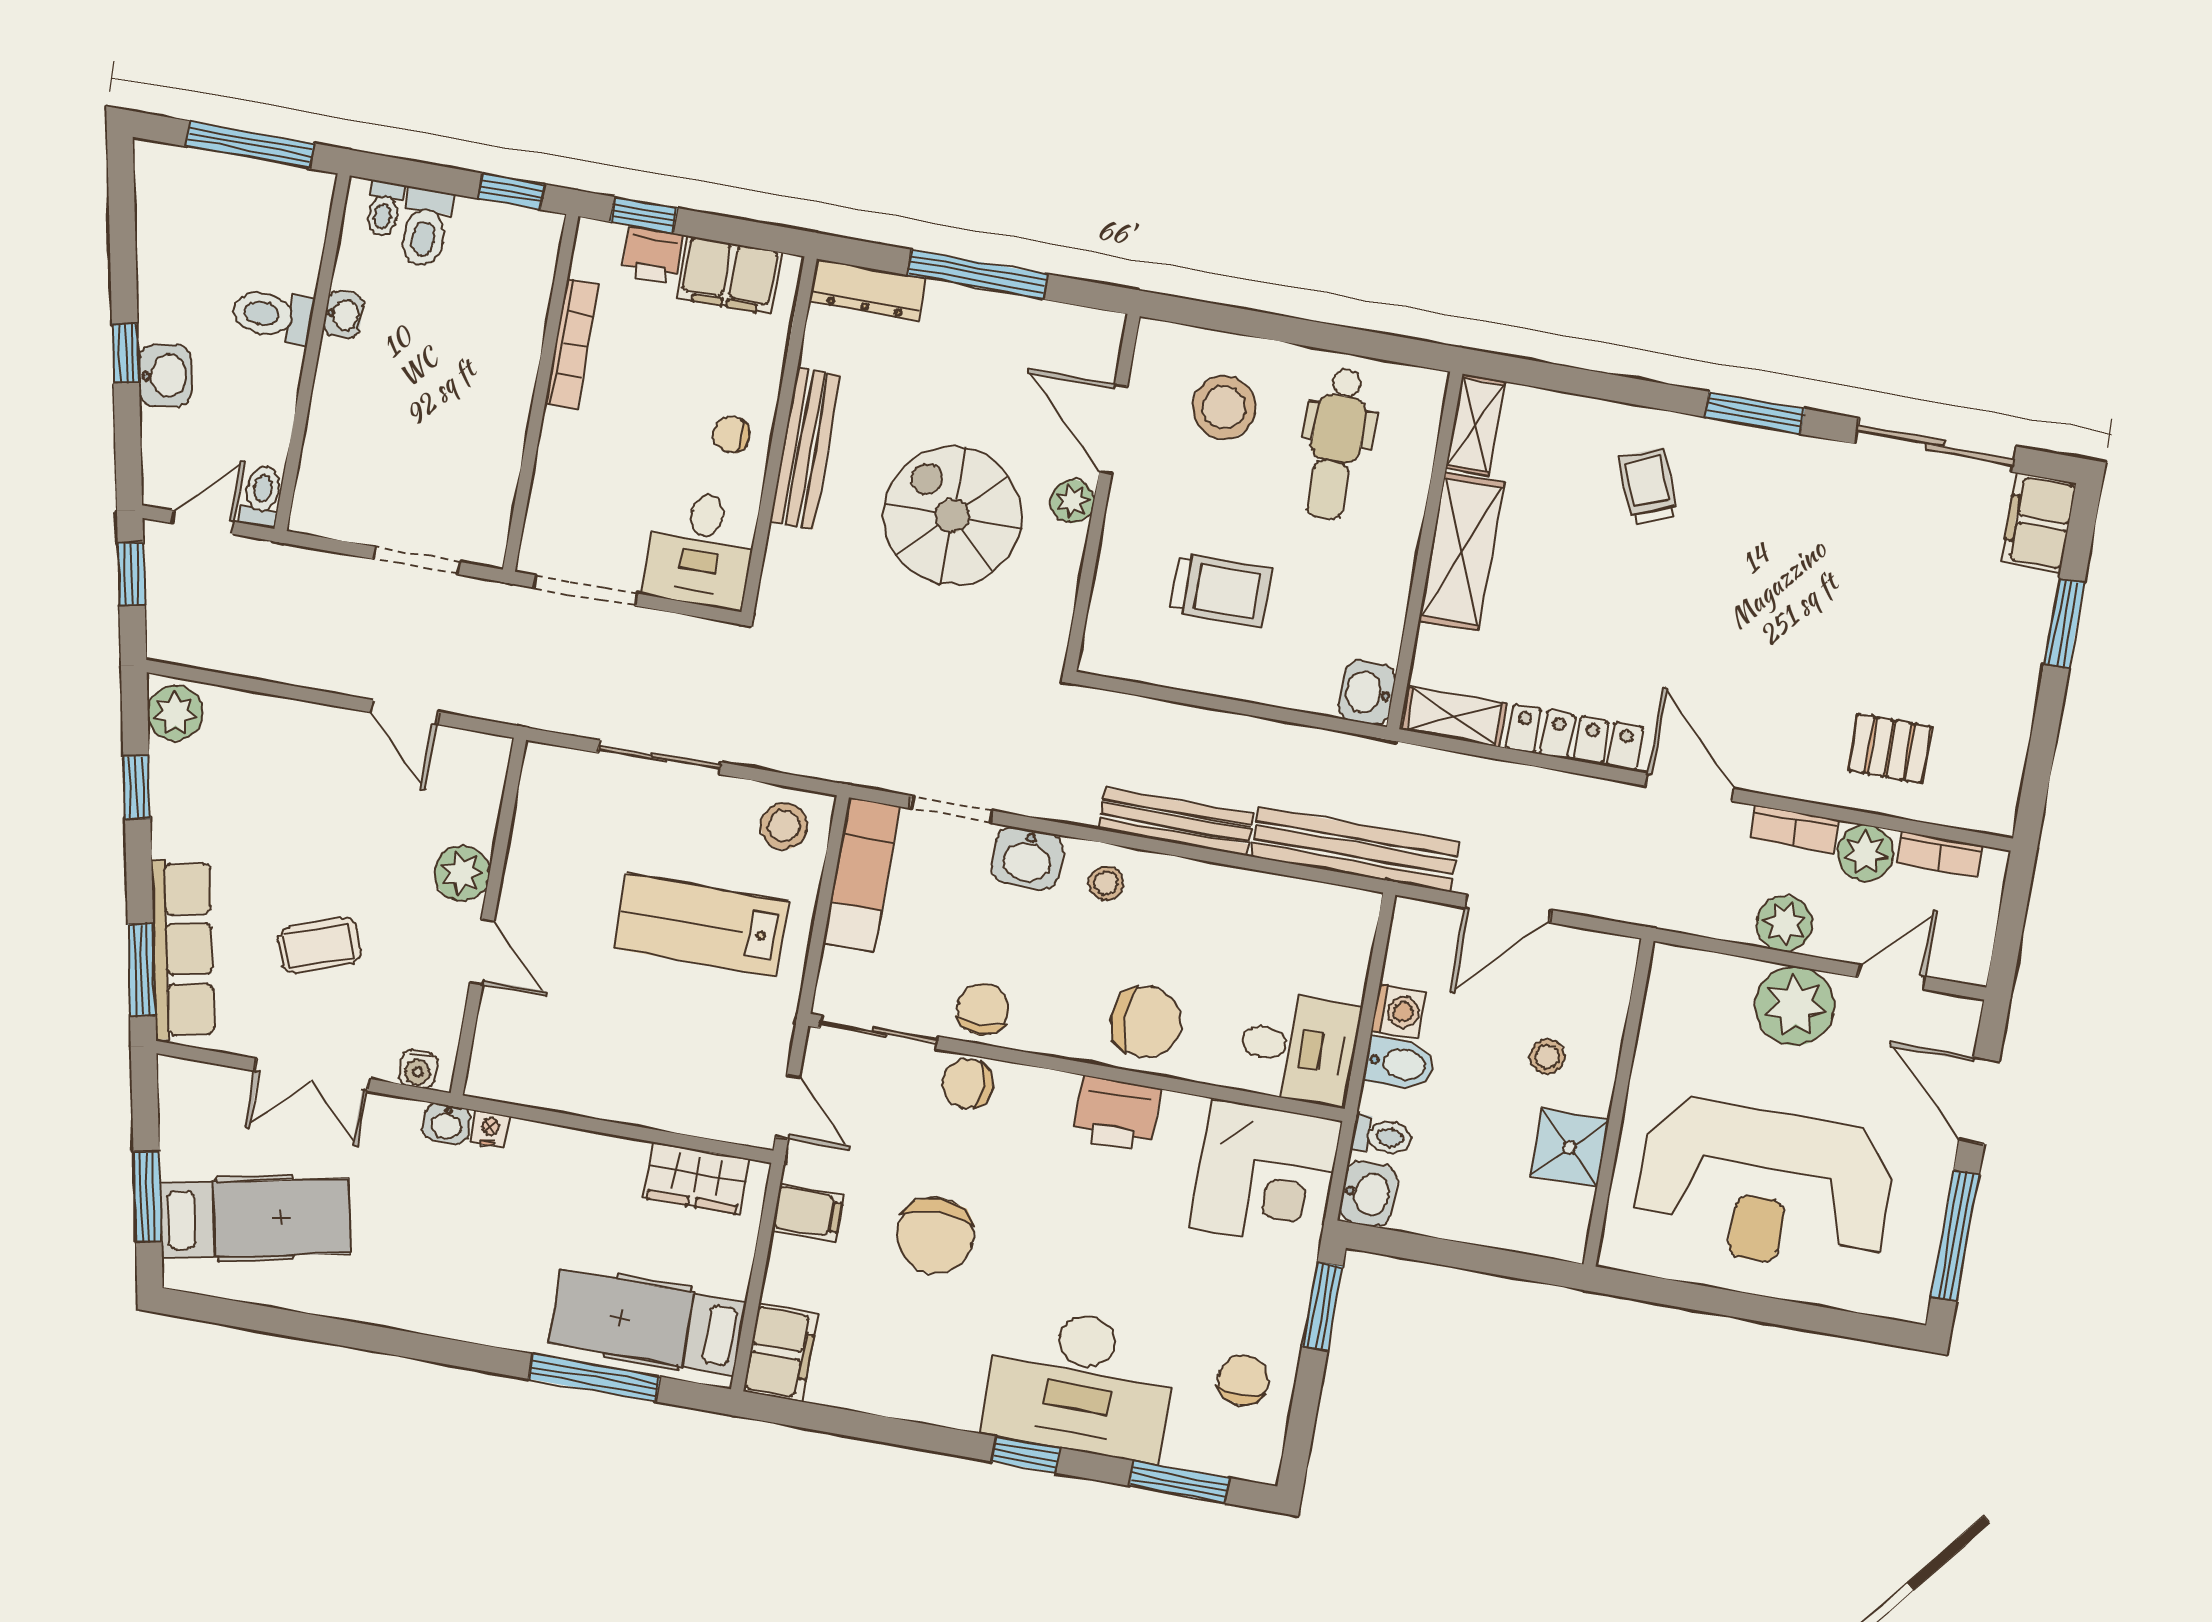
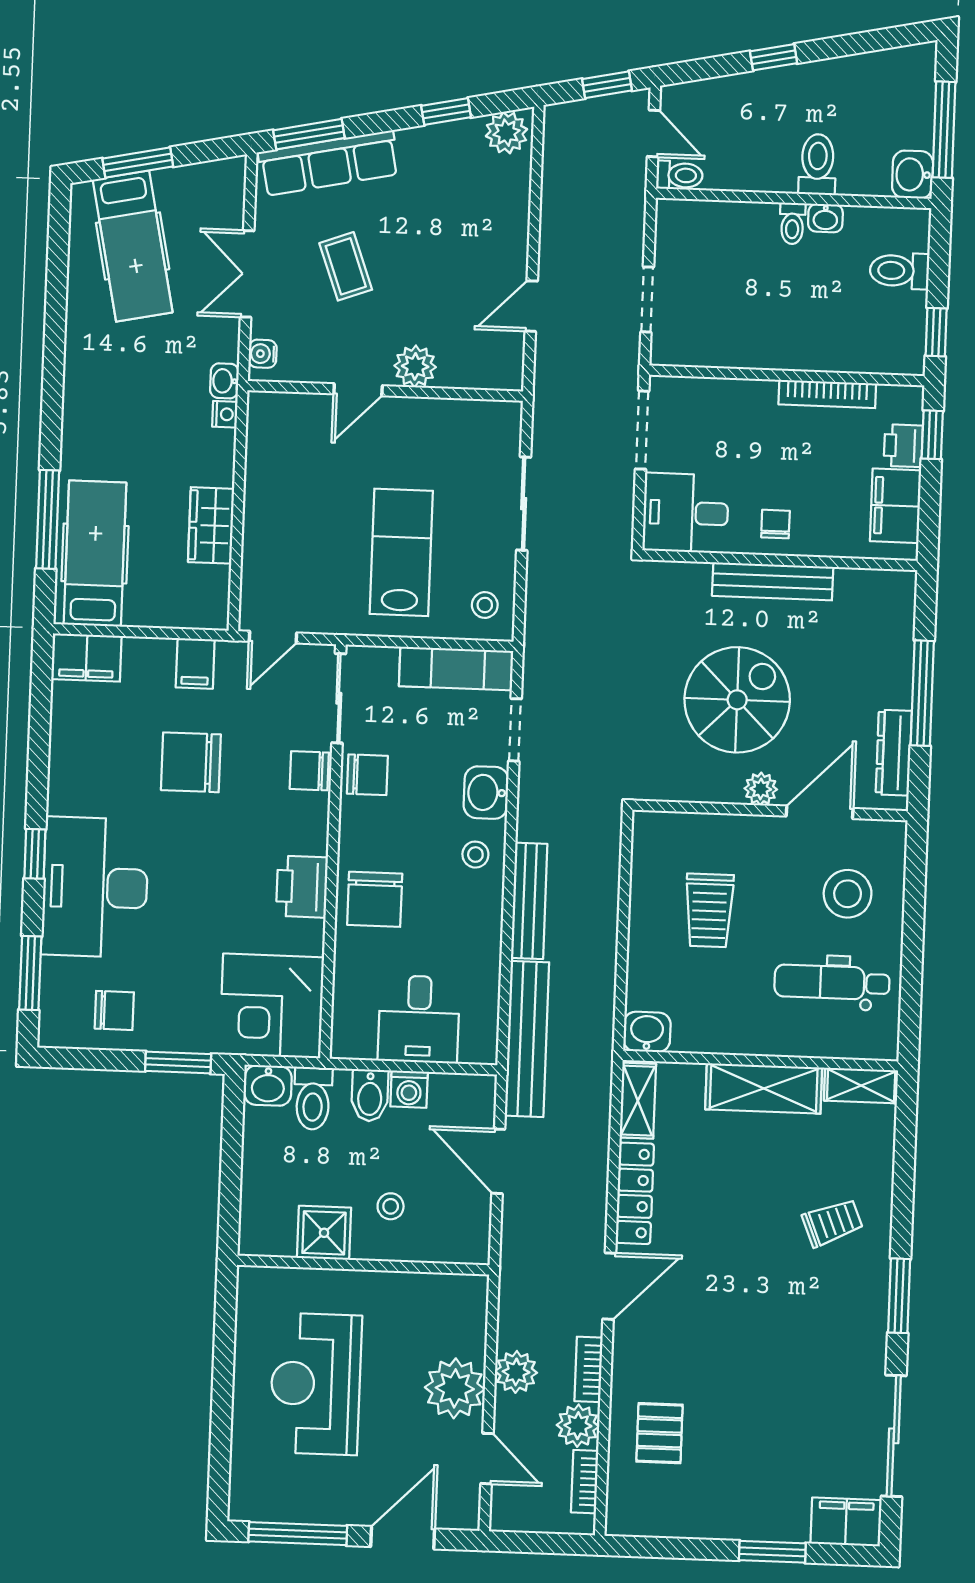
toilet: (384, 209) -> (792, 223), moved, turned -90
dresser: (868, 290) -> (894, 753), moved
washbasin: (165, 376) -> (913, 175), moved, turned 102
stool: (784, 826) -> (485, 605), width x0.73, depth x0.73
desk: (1299, 1048) -> (419, 1019), moved
chair: (967, 1084) -> (309, 771), turned -90
toilet: (1382, 1136) -> (313, 1098), width x1.37, depth x1.39
wardrobe: (696, 1178) -> (211, 525), moved
reception desk: (1764, 1186) -> (316, 1384), width x0.74, depth x0.77

